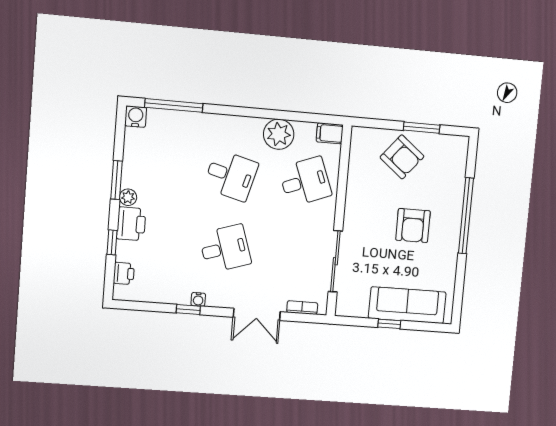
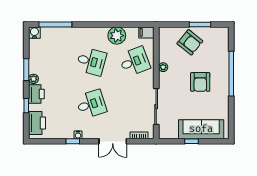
plant: (353, 195) -> (163, 67), added
printer: (124, 273) -> (37, 123), width x1.87, depth x1.48

